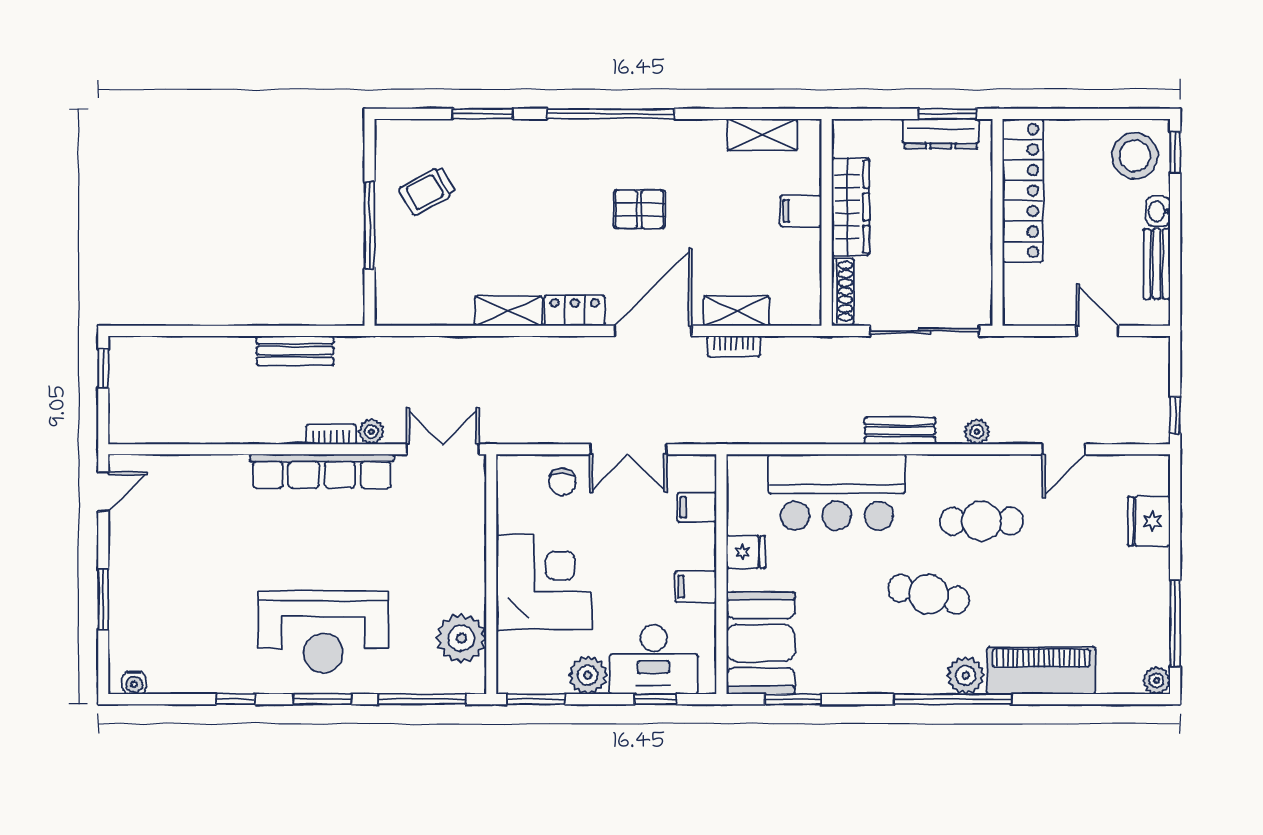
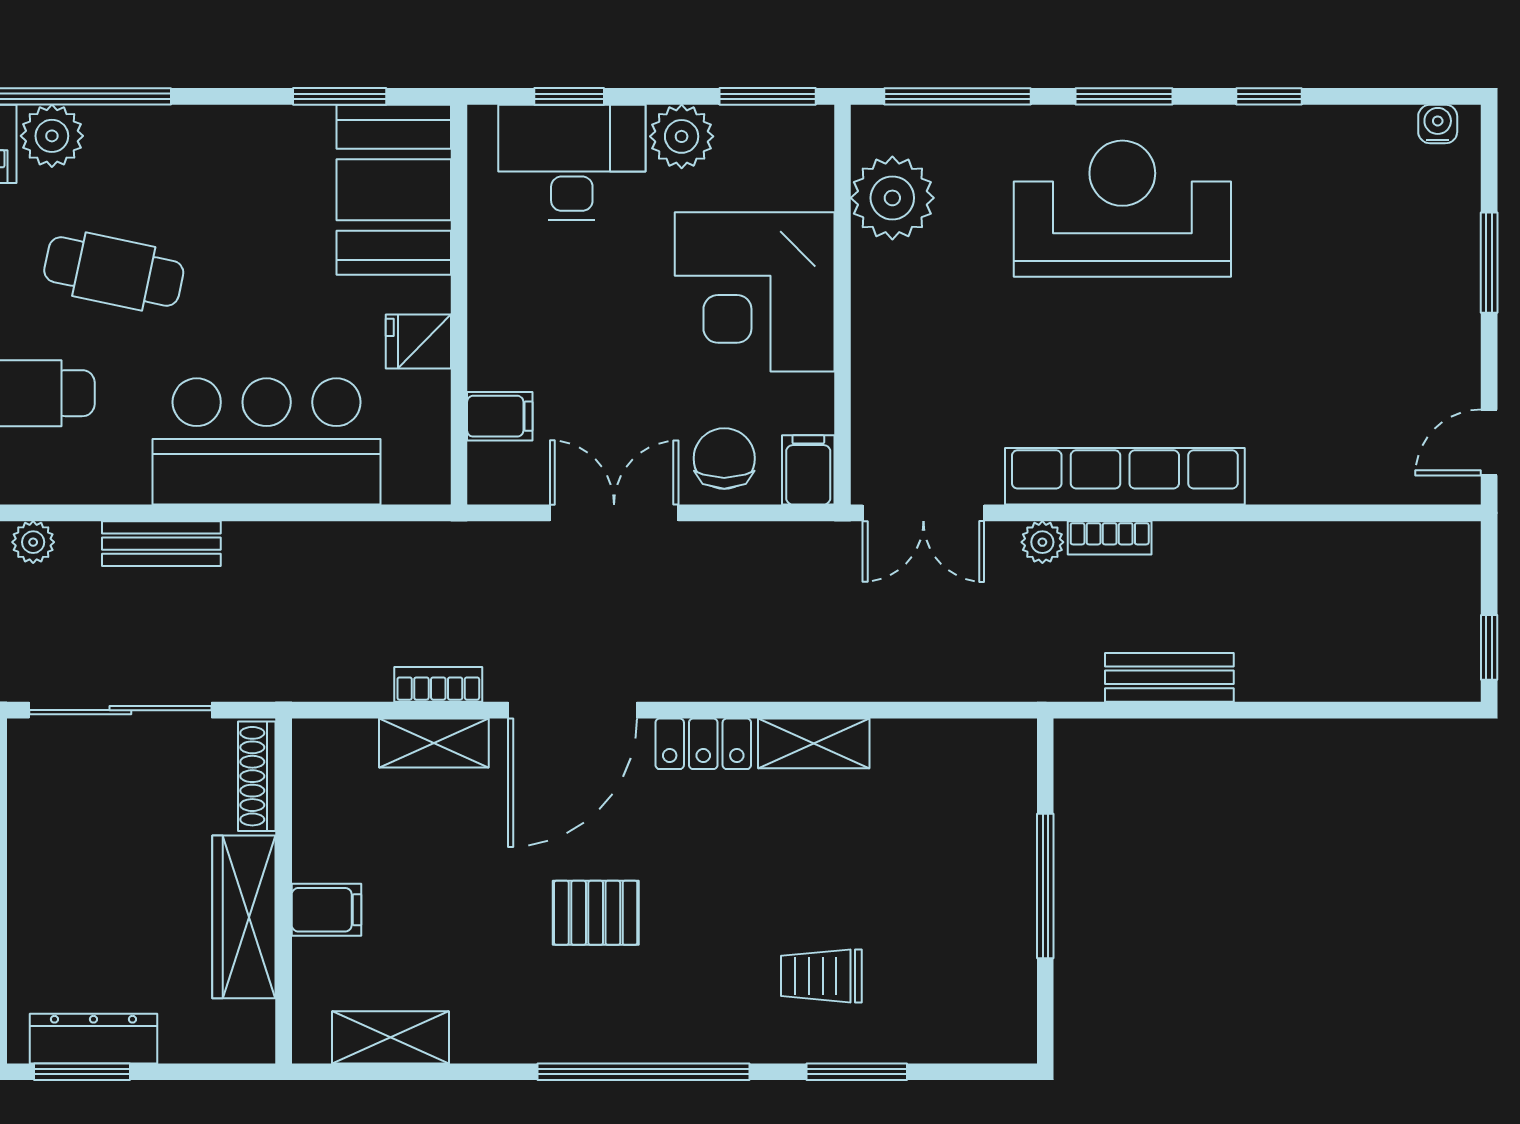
trolley: (428, 190) -> (821, 976), moved, turned -151
chair: (562, 482) -> (724, 458), width x1.37, depth x1.37
filing cabinet: (696, 587) -> (808, 470), moved, turned -90

